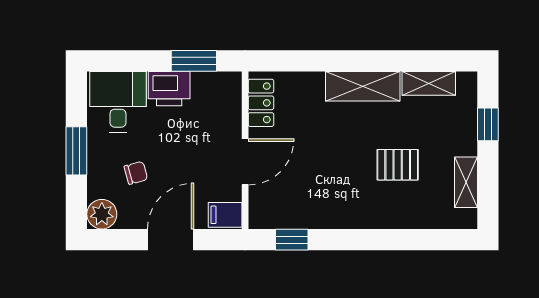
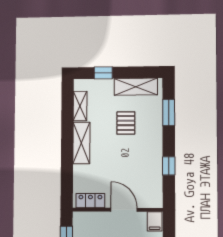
shelving: (466, 182) -> (136, 87), width x1.50, depth x1.33
window: (292, 240) -> (169, 166), moved
window: (416, 240) -> (169, 113), added

